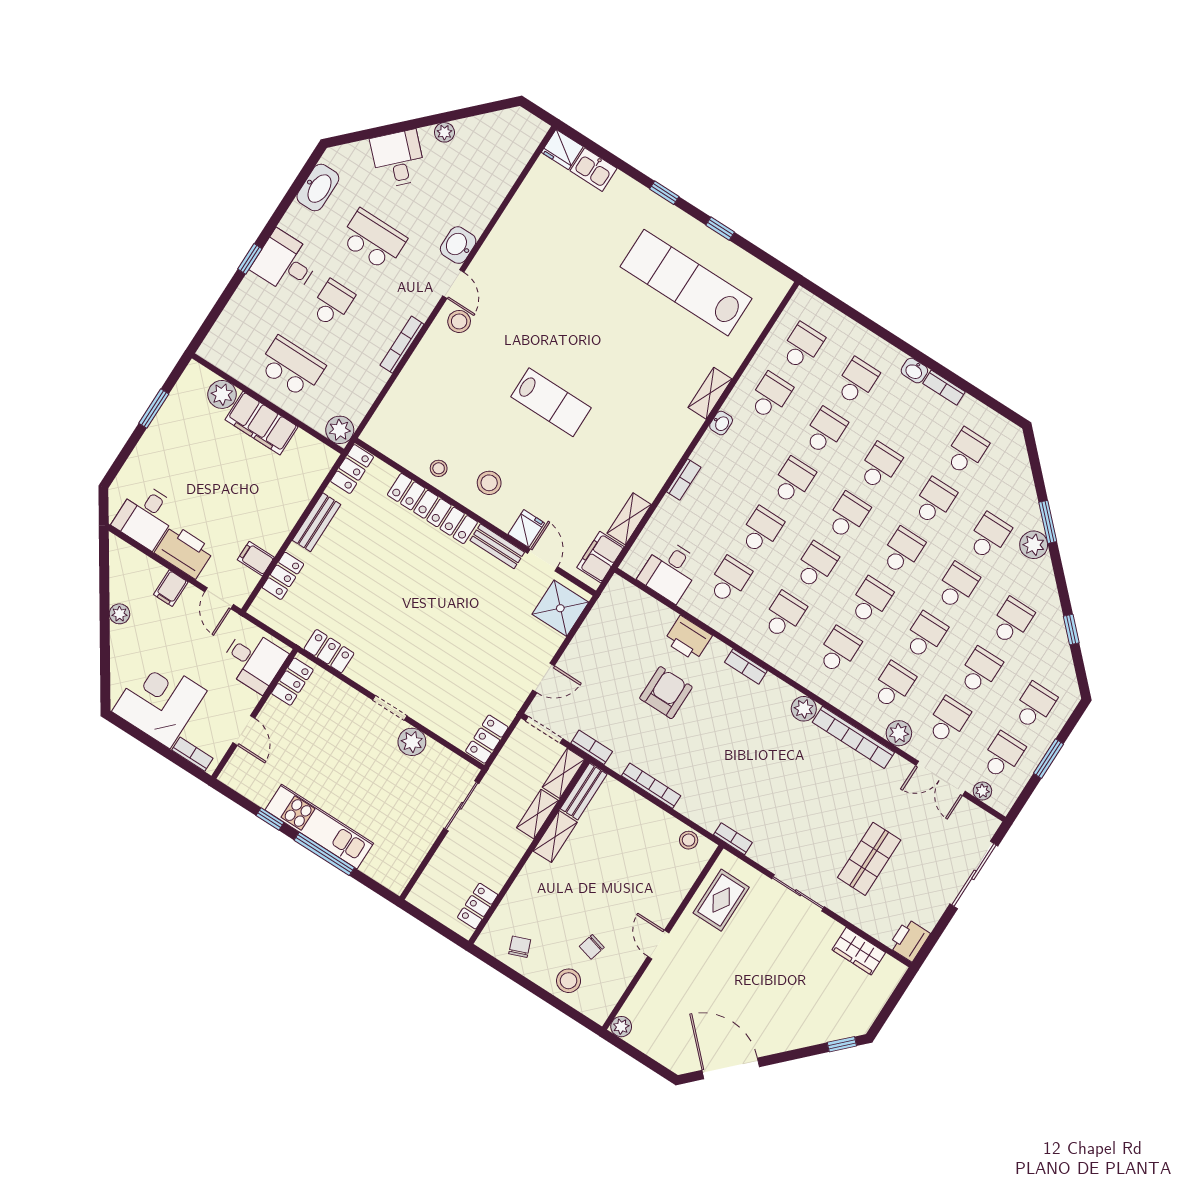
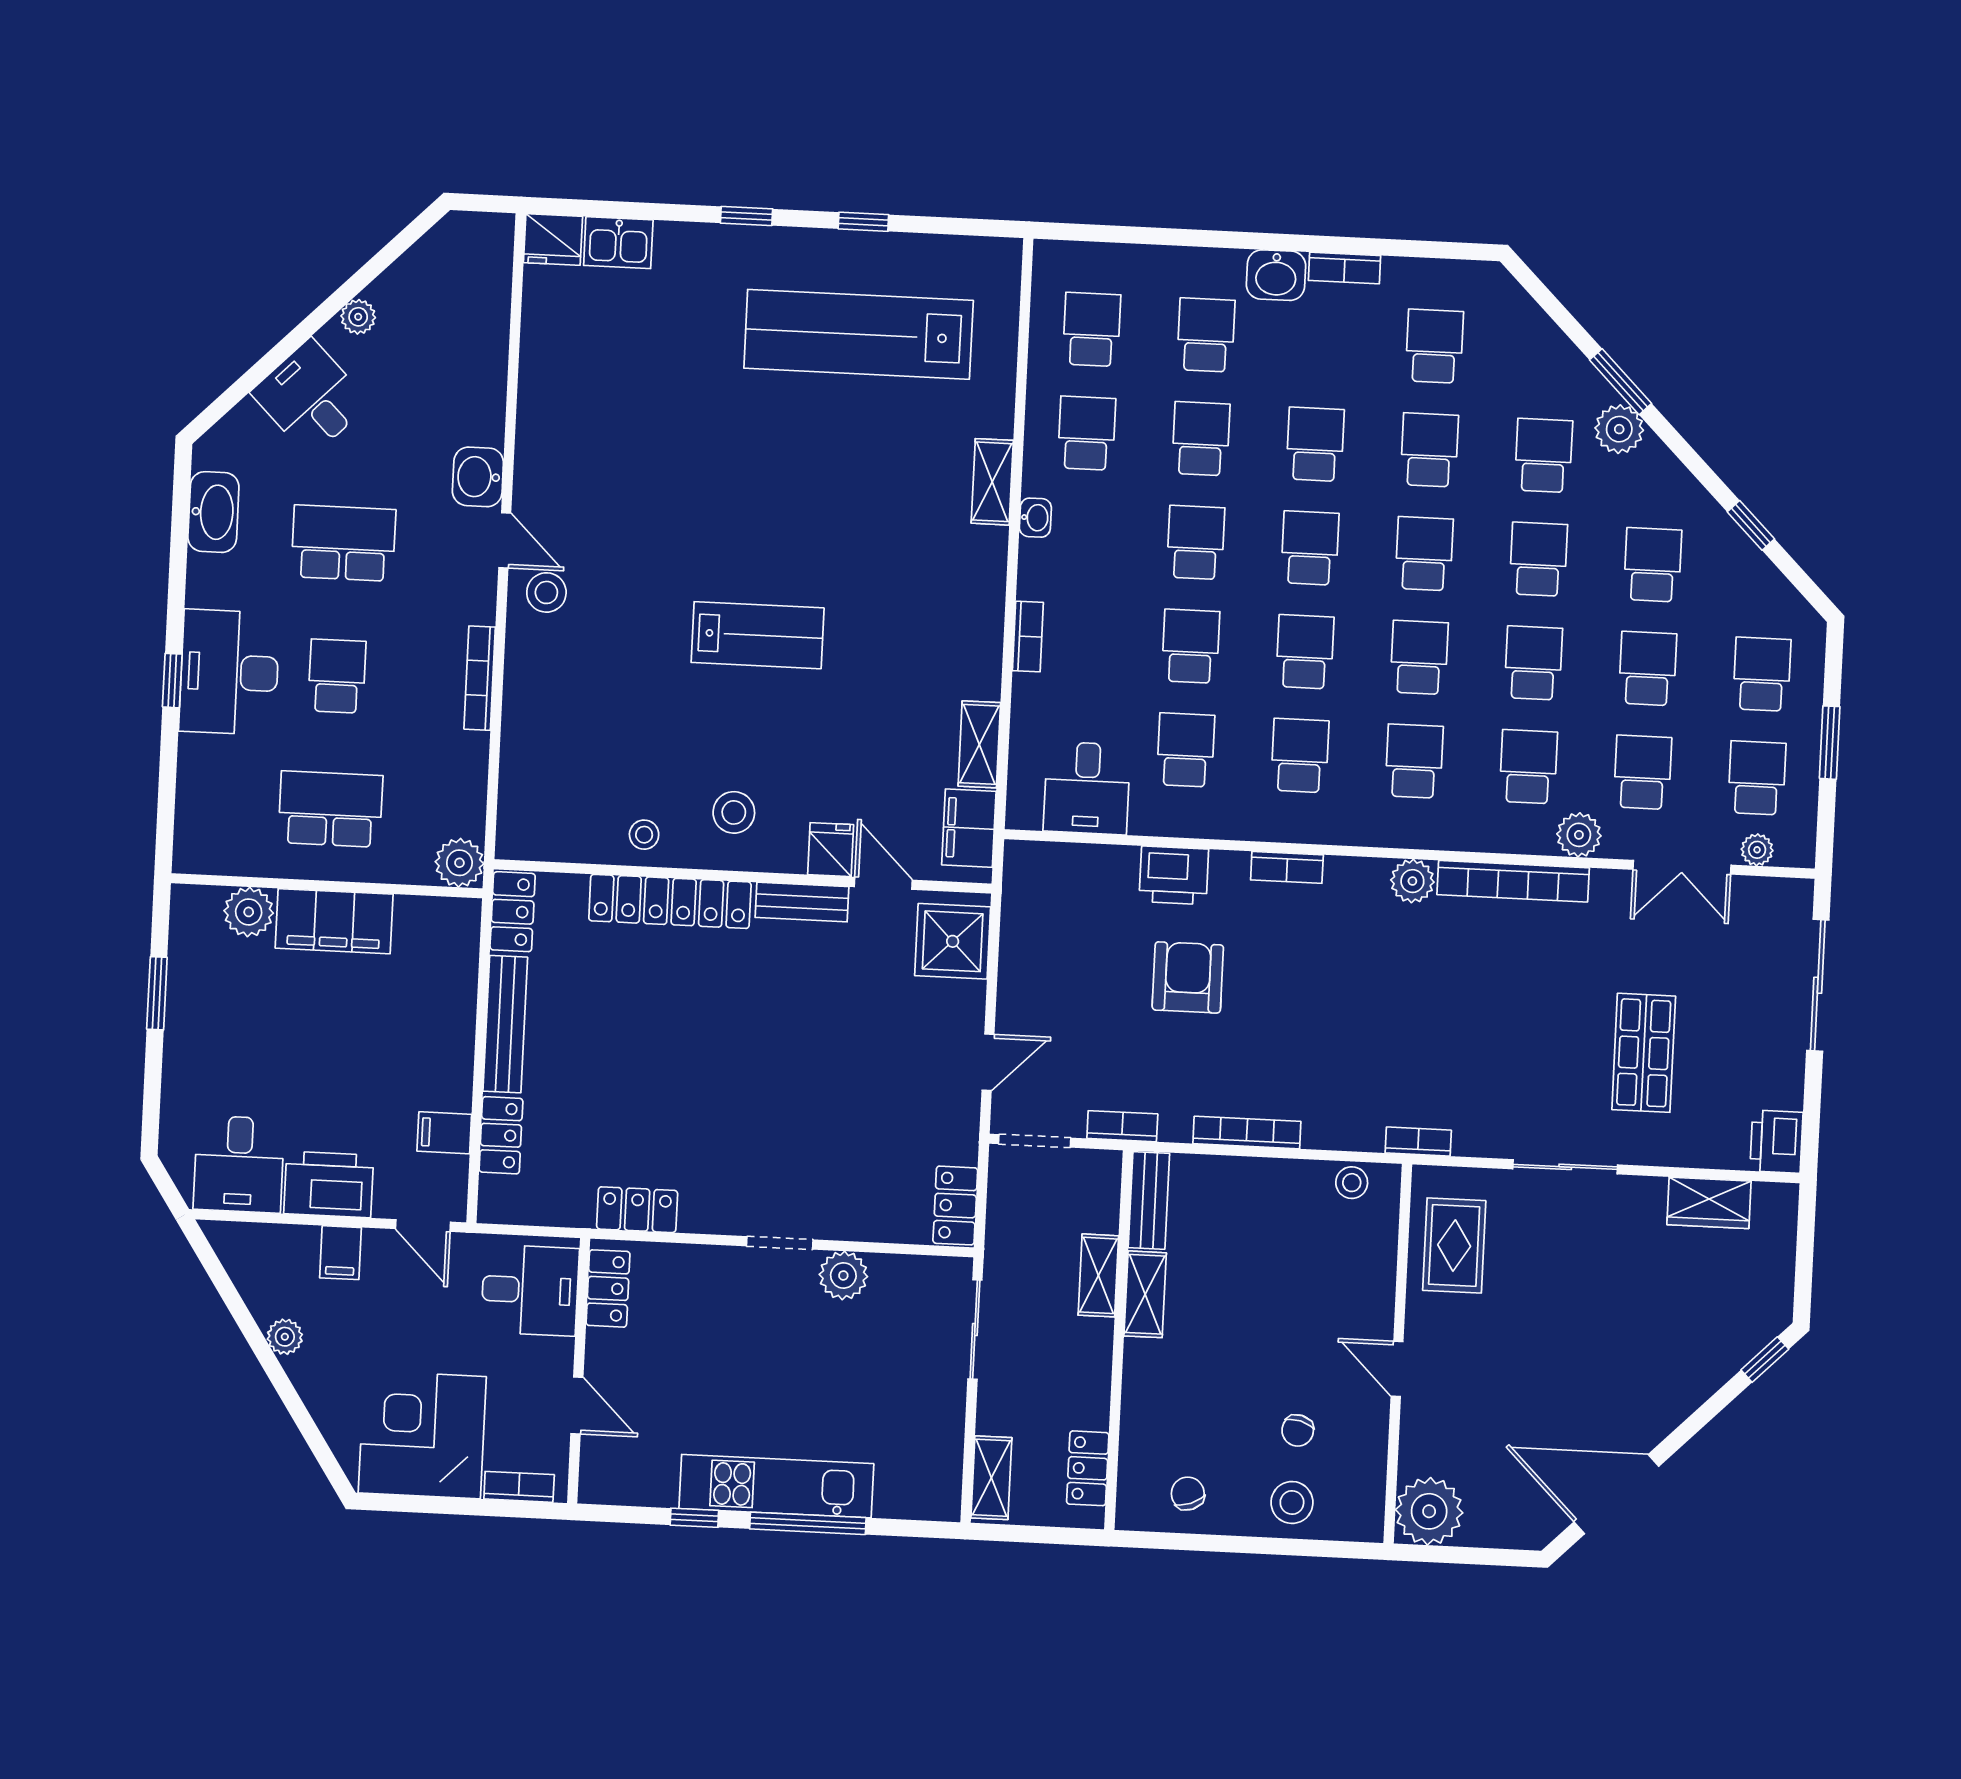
desk: (285, 263) -> (229, 672), width x1.37
washbasin: (914, 371) -> (1276, 275), width x1.38, depth x1.45
bench: (317, 522) -> (505, 1024), width x1.36
shelving: (564, 773) -> (991, 1478), moved
plant: (621, 1027) -> (1429, 1511), width x1.87, depth x1.87

